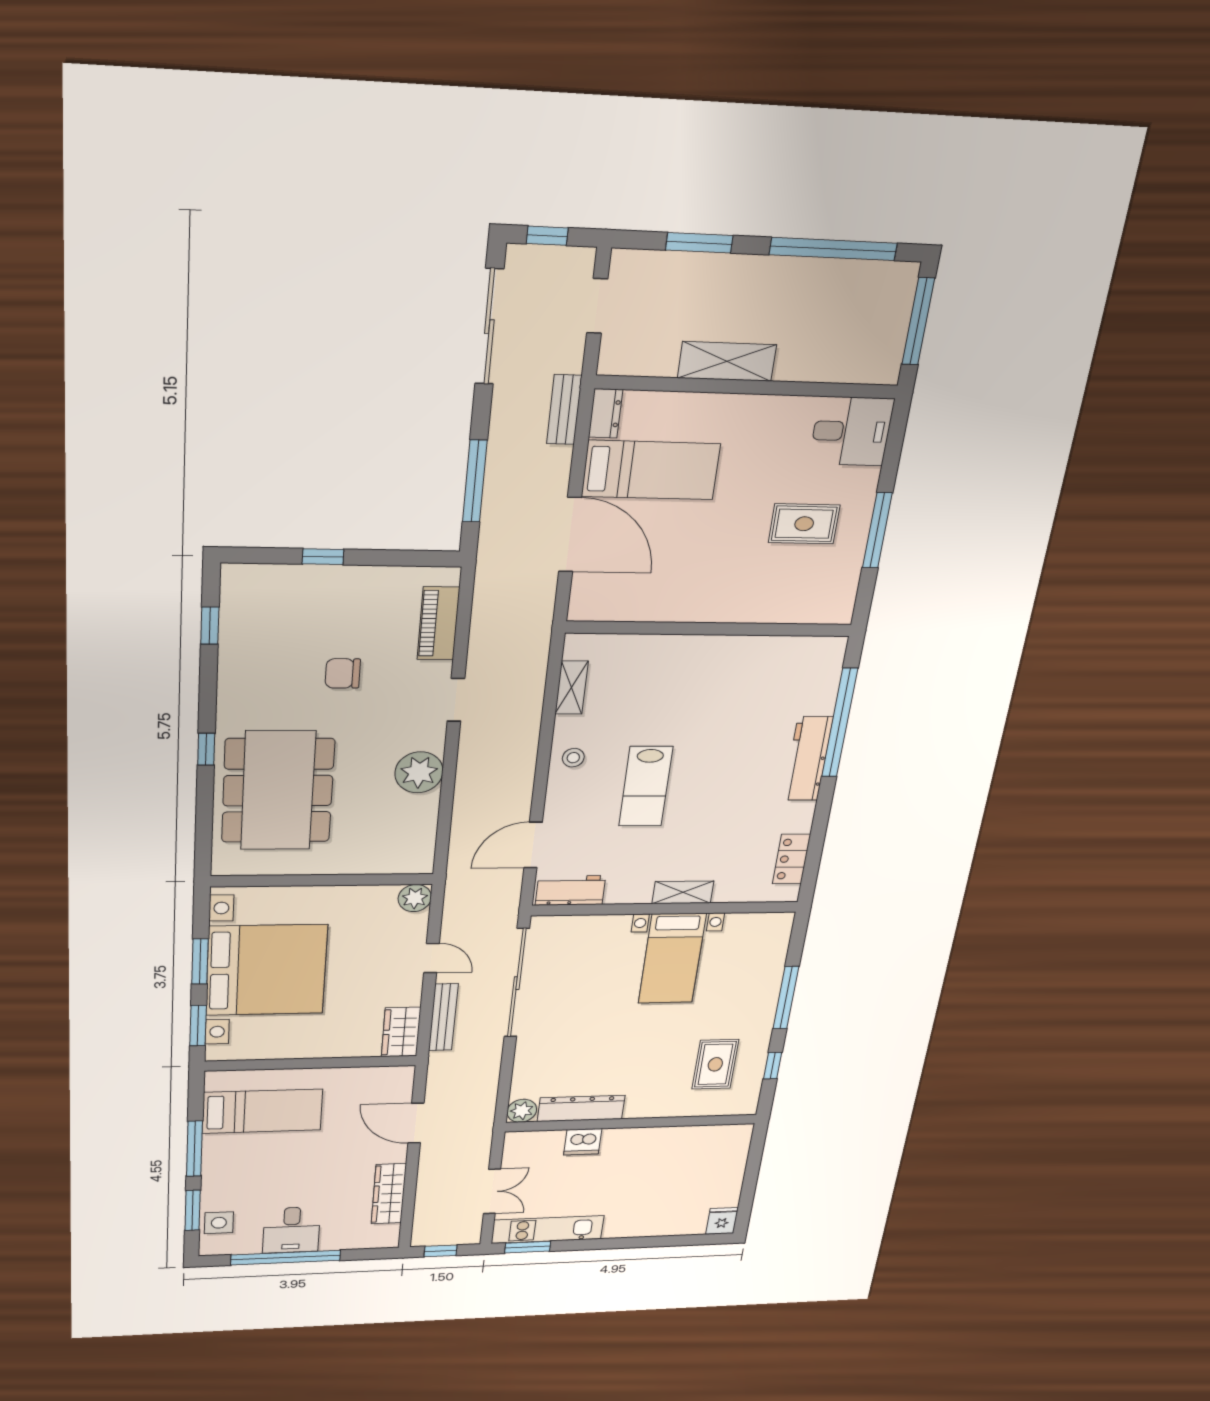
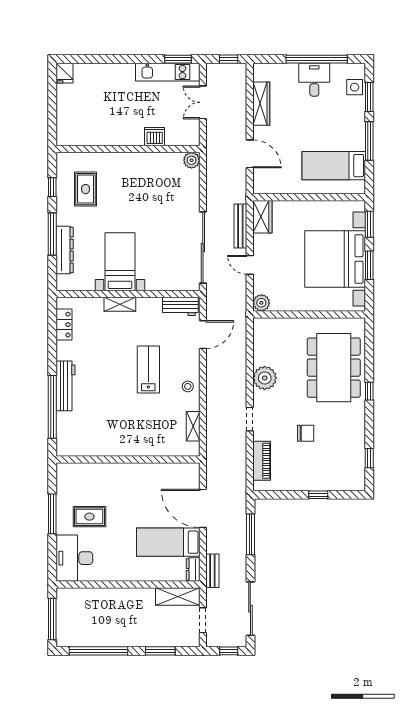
shelving: (727, 361) -> (178, 596), moved
desk: (851, 431) -> (74, 558), width x1.37
dresser: (581, 1109) -> (65, 250), moved, turned -90

